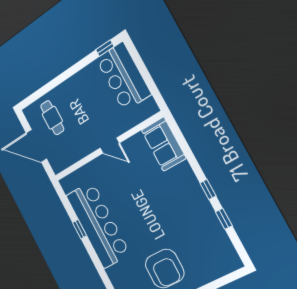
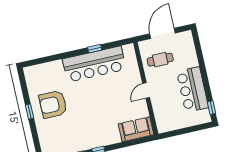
bar counter: (123, 77) -> (193, 90), moved, turned -90
cafe table: (52, 118) -> (160, 60), moved

